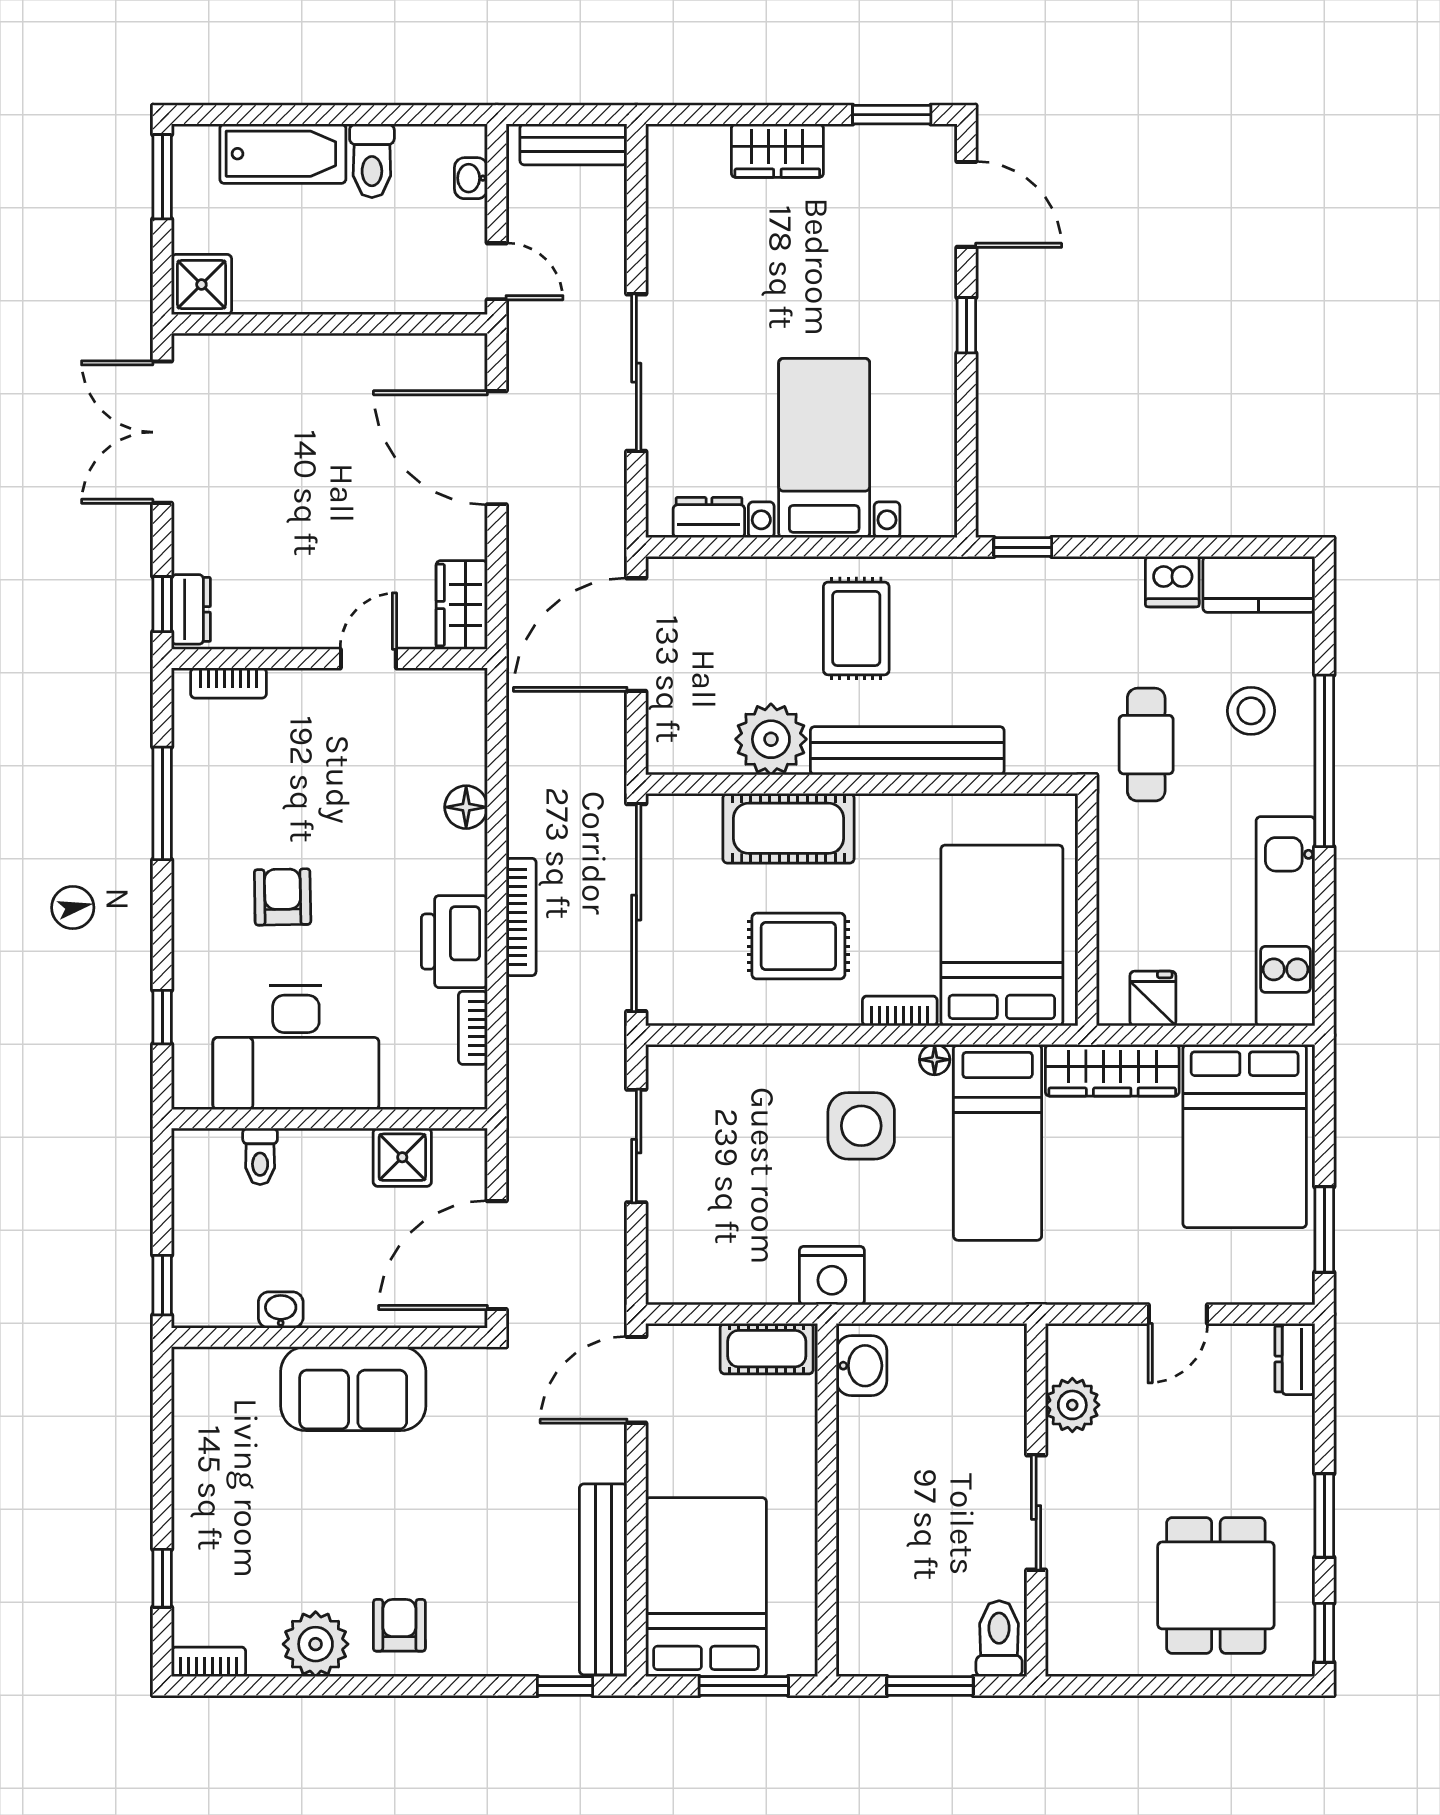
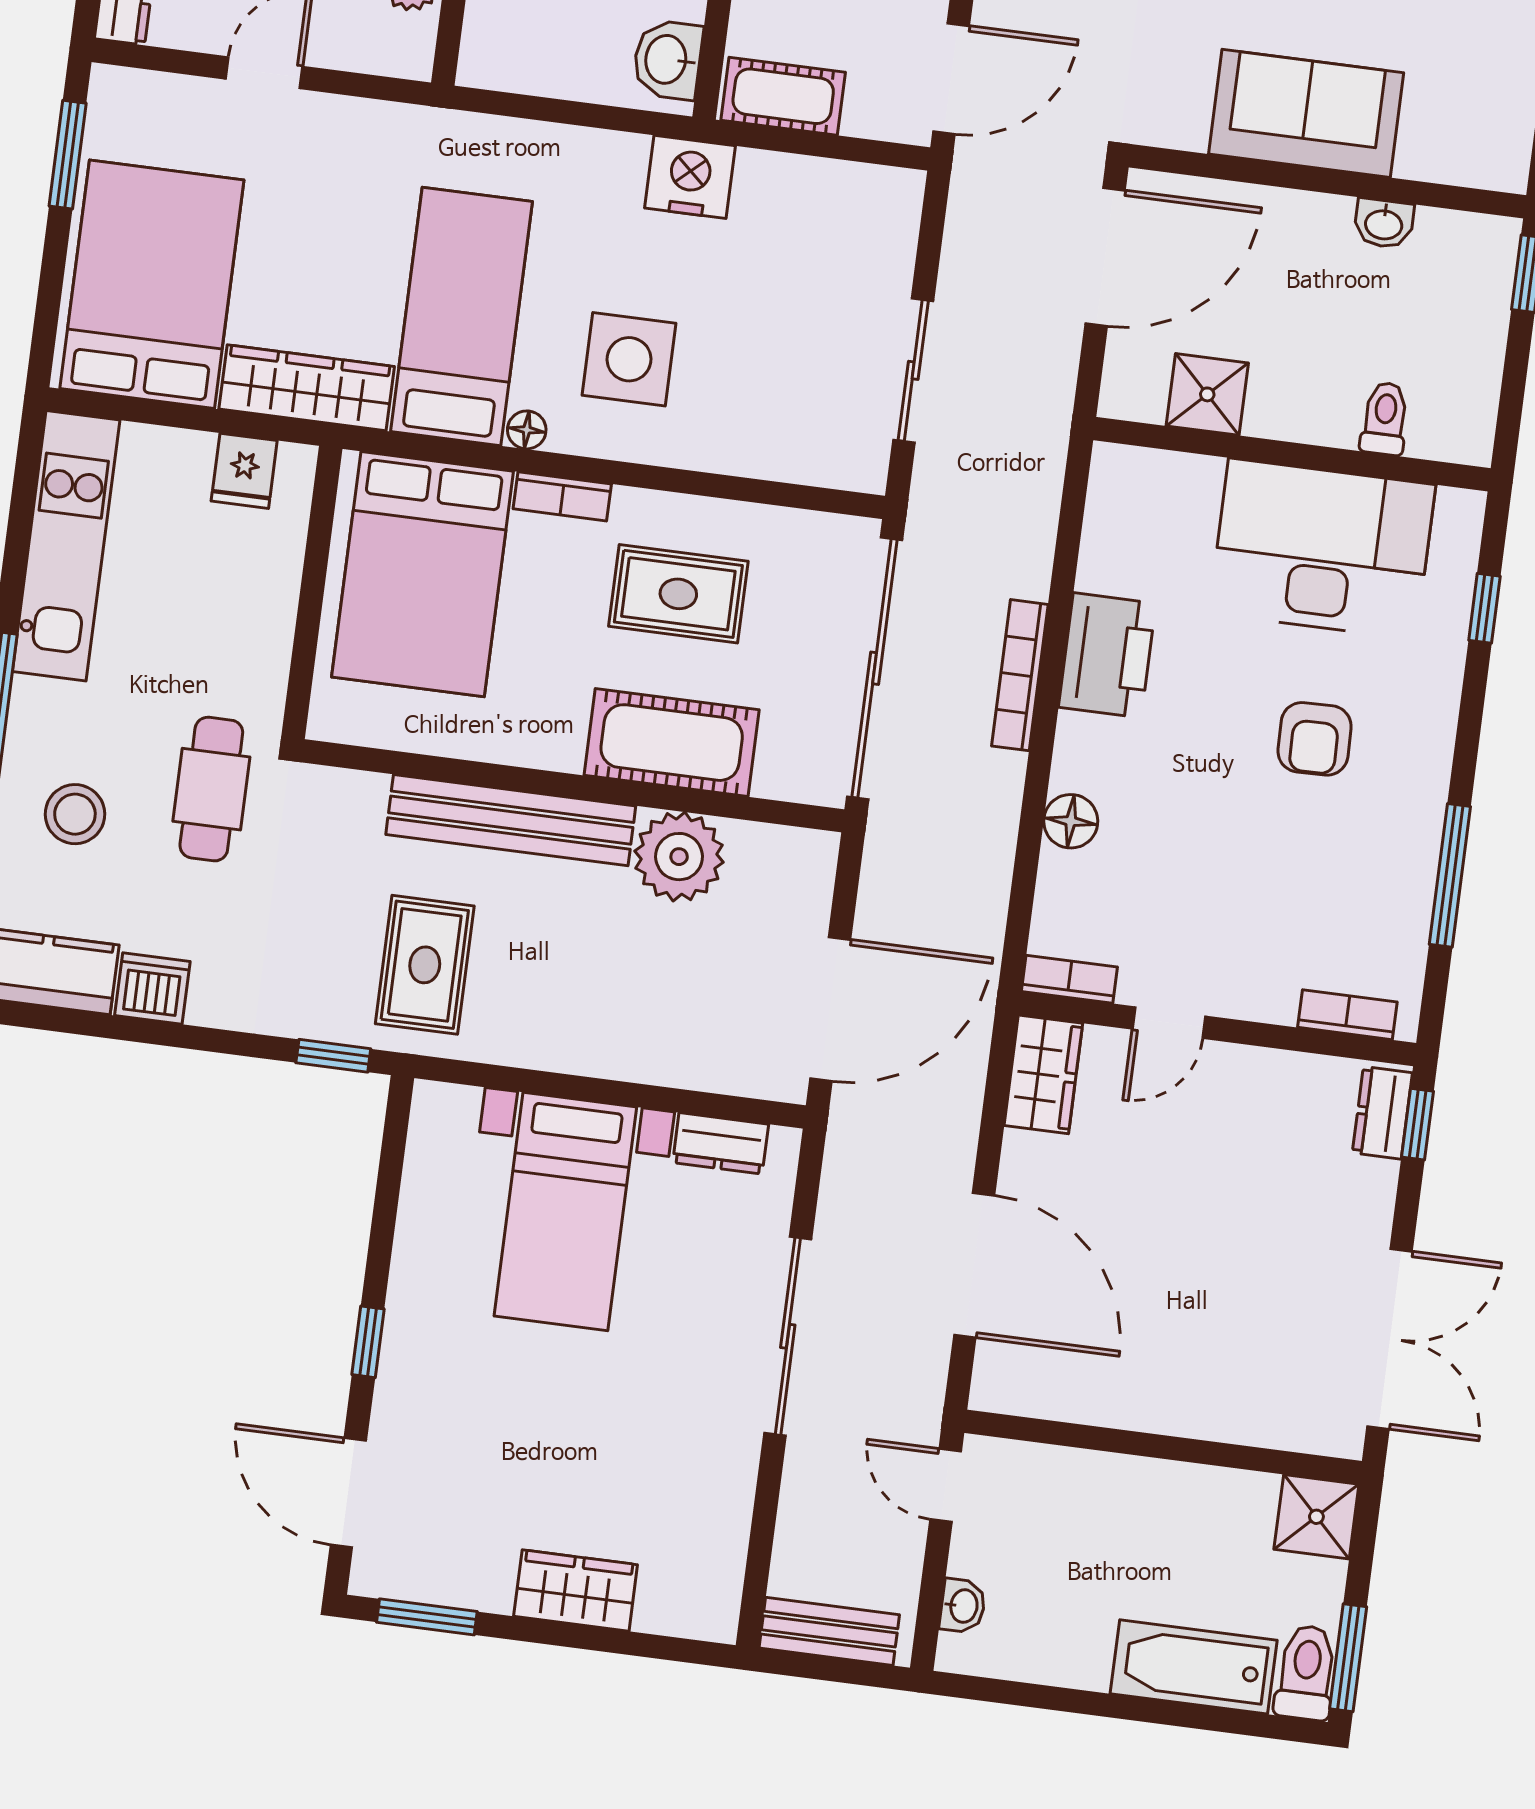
toilet: (372, 161) -> (1306, 1673), moved
rug: (856, 628) -> (425, 965), moved
bookcase: (473, 1028) -> (1069, 979), moved, turned -90

